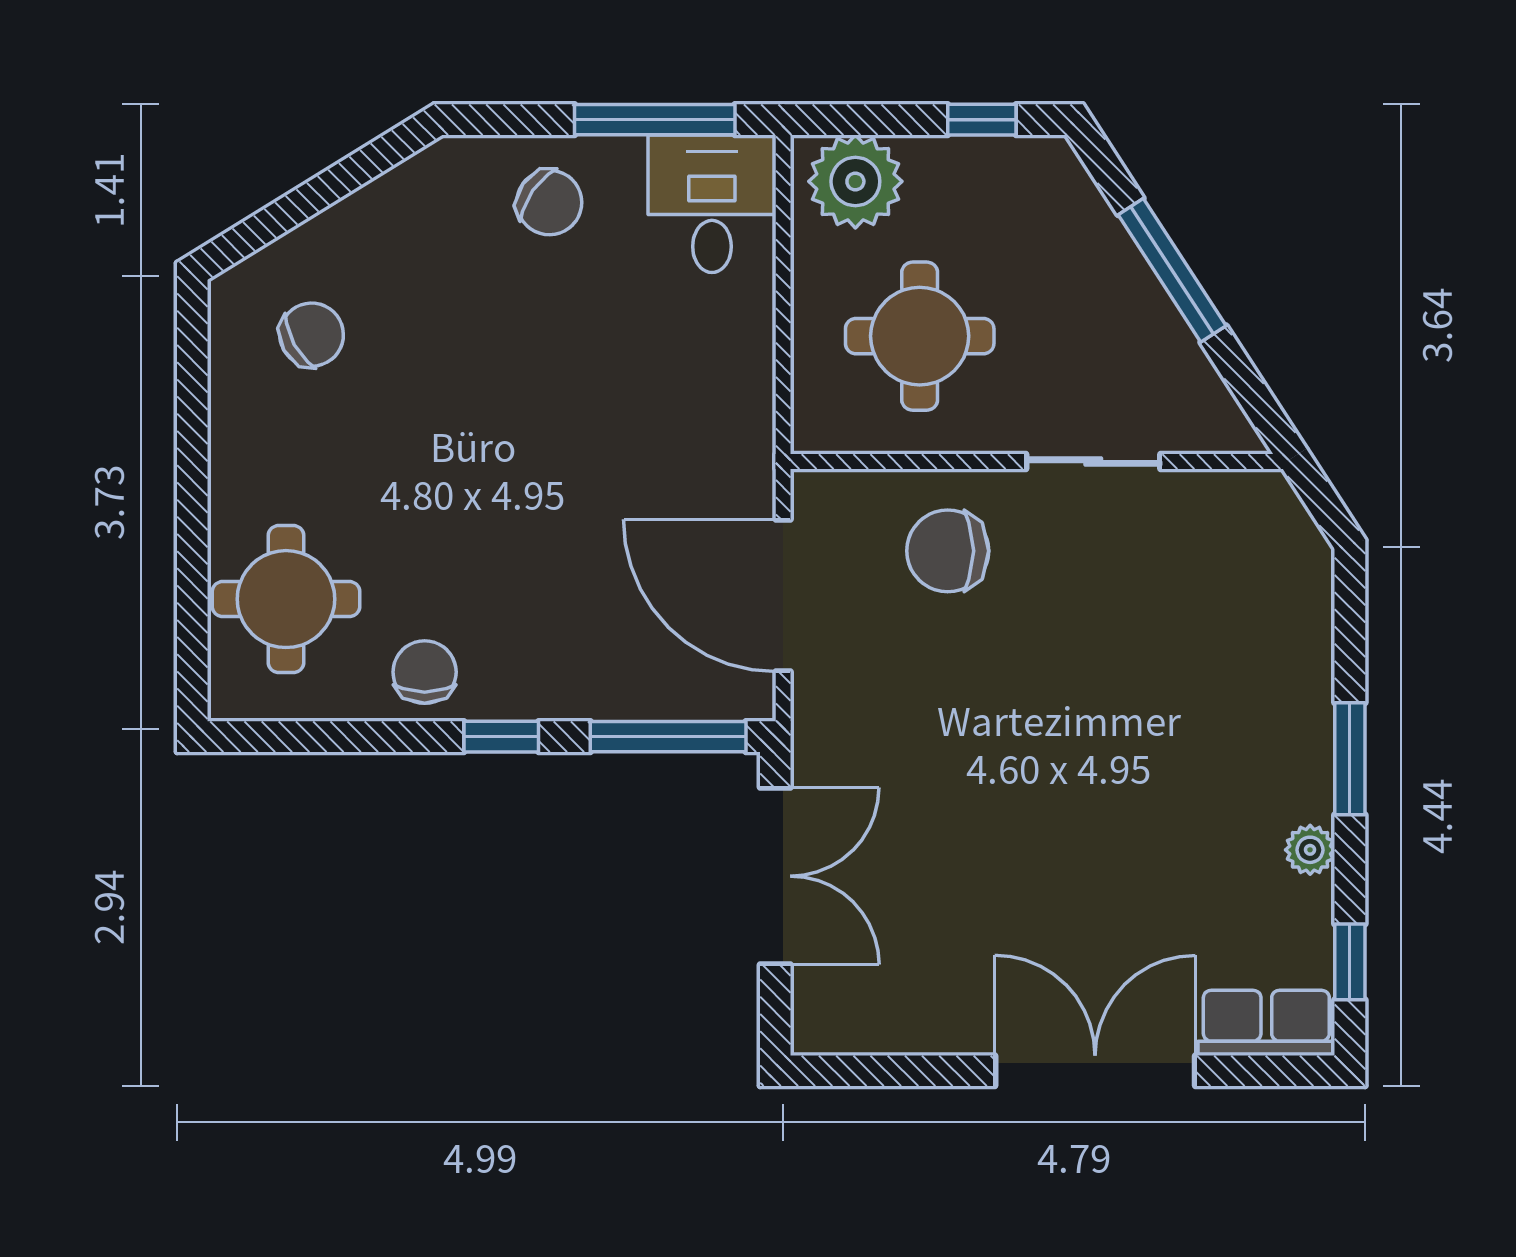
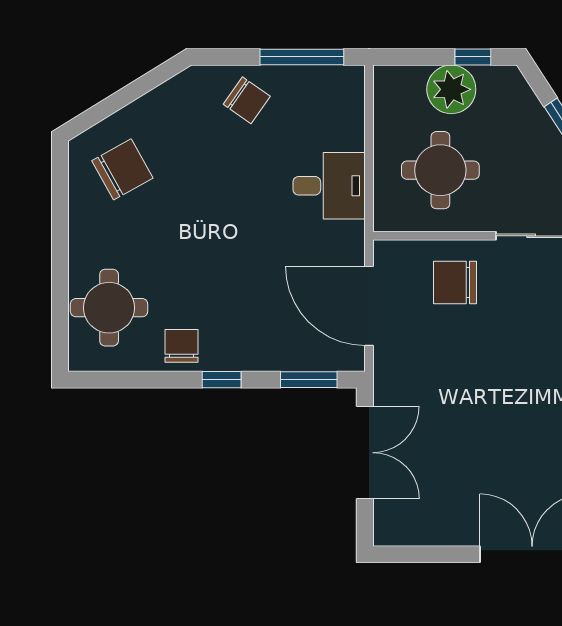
plant: (855, 181) -> (451, 89), moved
desk: (712, 204) -> (329, 186), moved, turned 90
chair: (312, 335) -> (122, 169), width x1.37, depth x1.37
window: (668, 737) -> (309, 380), width x0.69

